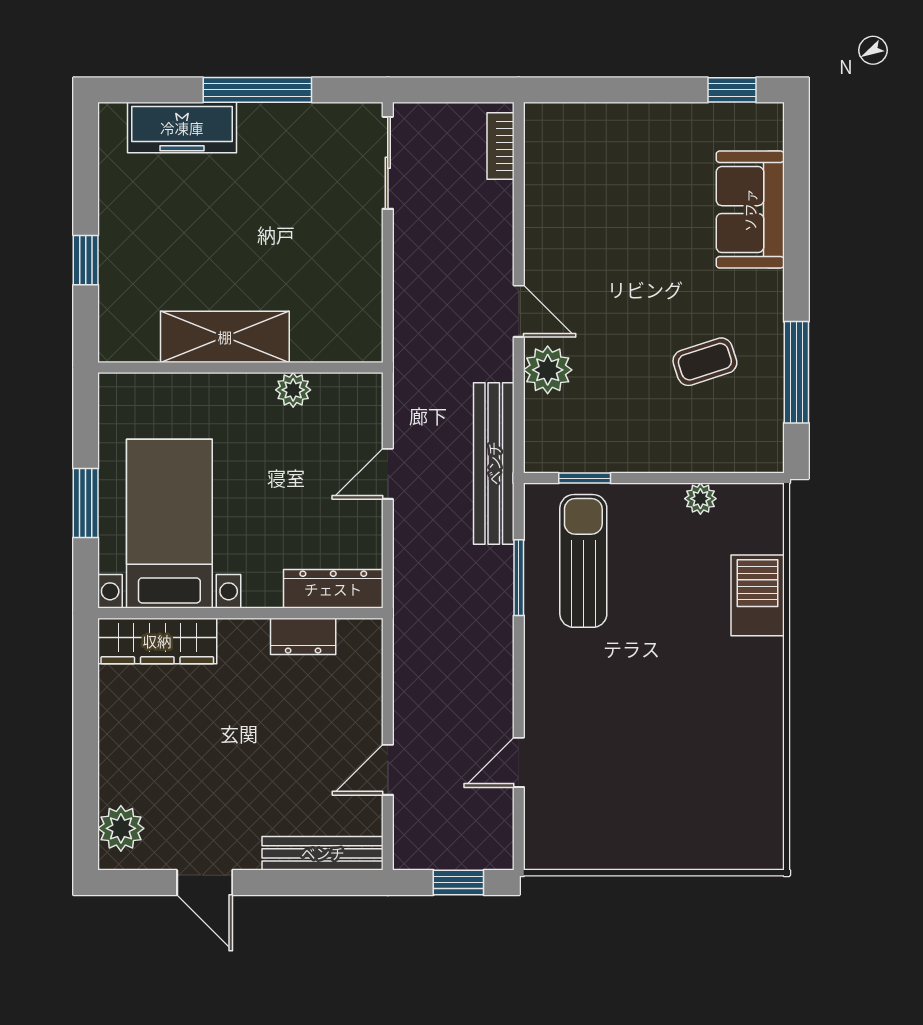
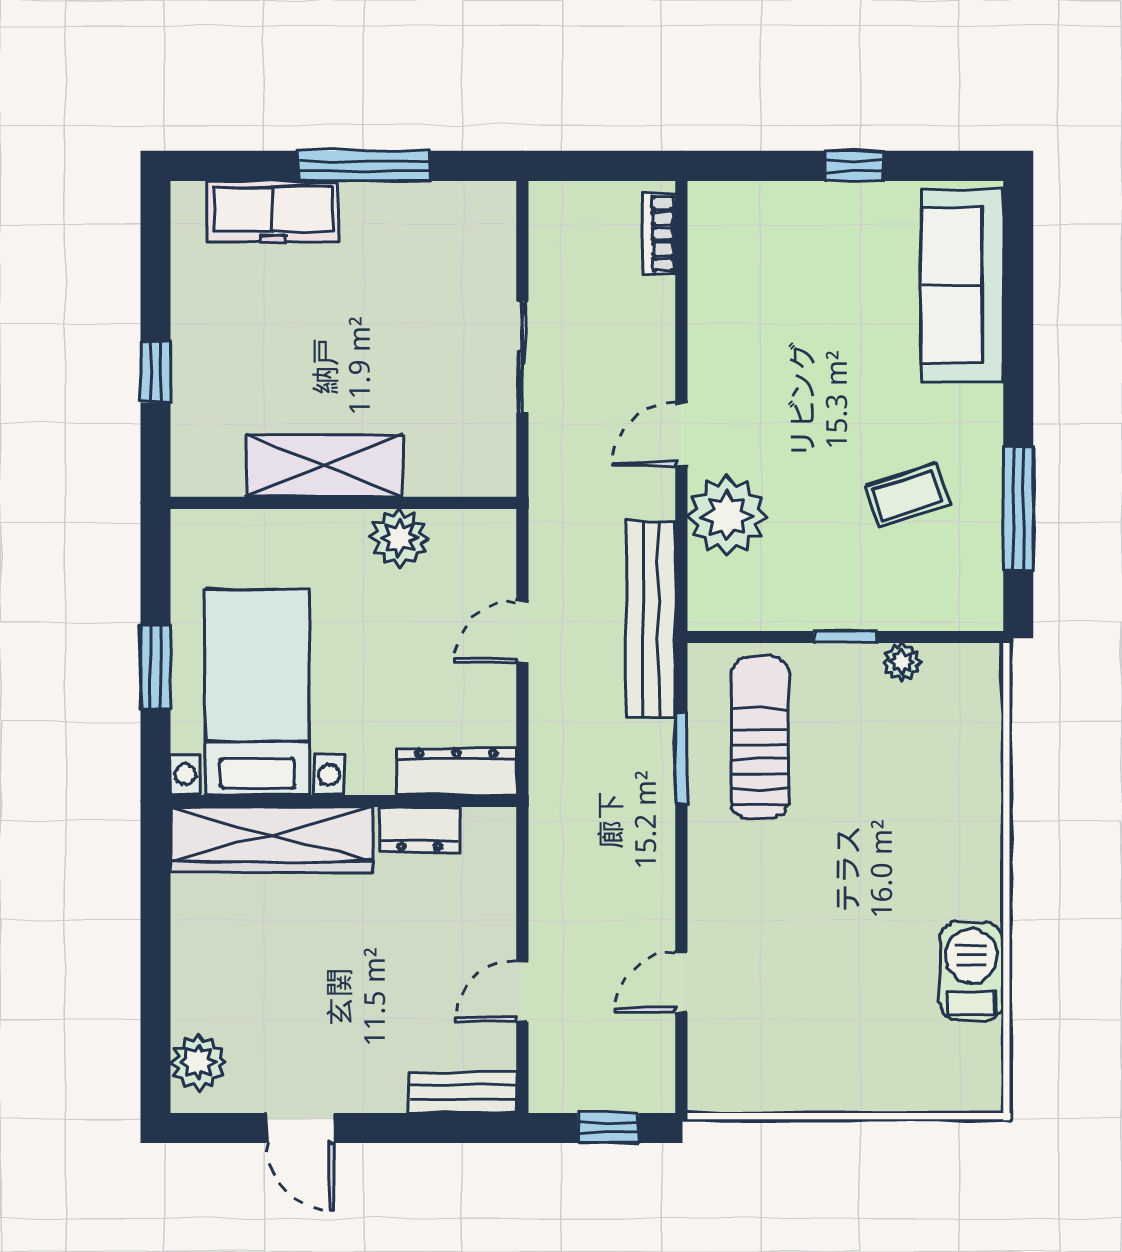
window: (732, 90) -> (854, 166), moved
sliding door: (388, 163) -> (522, 357), moved
sofa: (750, 210) -> (962, 285), width x1.36
door: (519, 311) -> (681, 434), swing flipped
plant: (548, 370) -> (727, 516), width x1.36, depth x1.36
plant: (293, 390) -> (399, 538), width x1.38, depth x1.38
window: (585, 478) -> (845, 637), moved
barbecue: (758, 595) -> (971, 971), moved
wardrobe: (157, 641) -> (271, 840), width x1.40, depth x1.17
bench: (323, 853) -> (463, 1093), width x0.73

